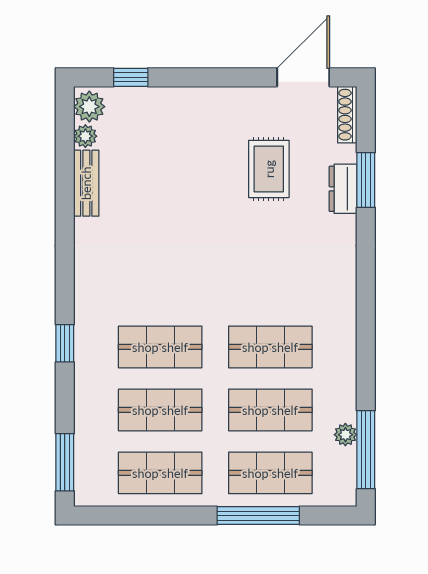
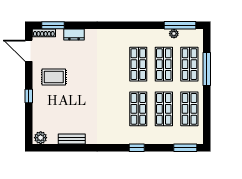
window: (131, 77) -> (29, 96), moved
plant: (85, 136) -> (53, 139), removed
rug: (269, 169) -> (54, 77), moved
window: (366, 180) -> (53, 25), moved

